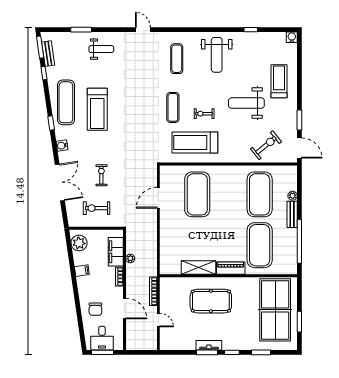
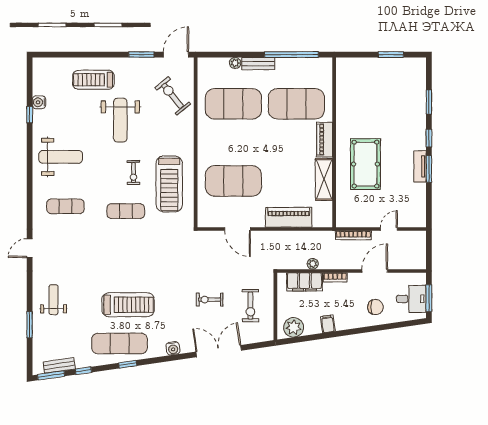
water cooler: (292, 37) -> (39, 102), moved
window: (51, 123) -> (128, 364), moved
piano: (168, 239) -> (289, 217), added
table tennis table: (275, 310) -> (376, 85), removed

